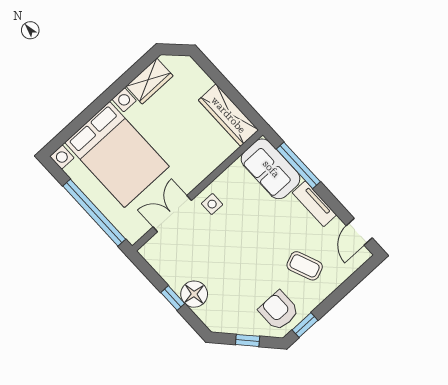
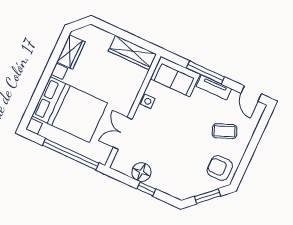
window: (298, 165) -> (205, 72), moved
side table: (212, 204) -> (148, 101), moved
floor lamp: (194, 294) -> (141, 172), moved
window: (305, 325) -> (241, 170), removed
window: (248, 340) -> (207, 196), width x1.50

